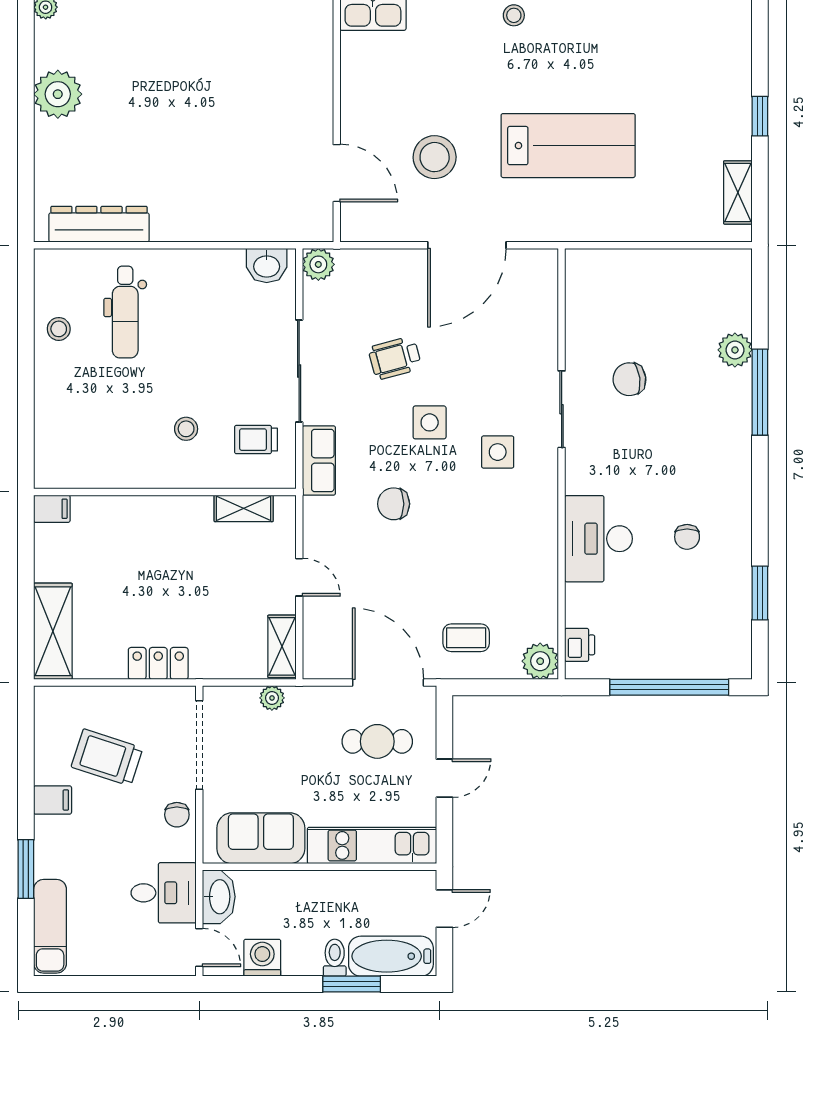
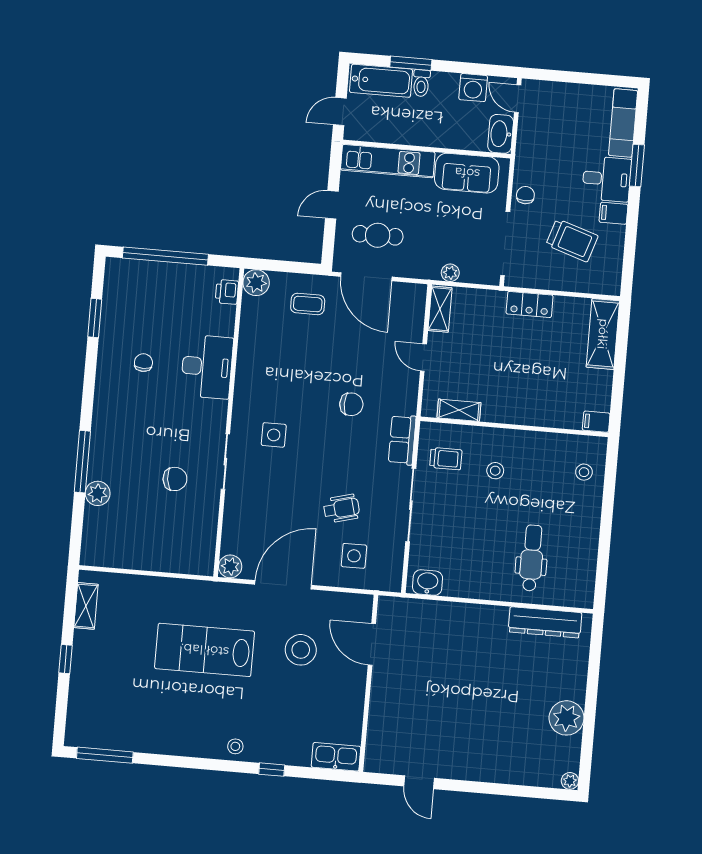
plant: (318, 264) -> (230, 566), moved
stool: (59, 329) -> (584, 472), moved
side table: (430, 422) -> (354, 556), moved
desk: (164, 893) -> (607, 179), moved, turned 180

